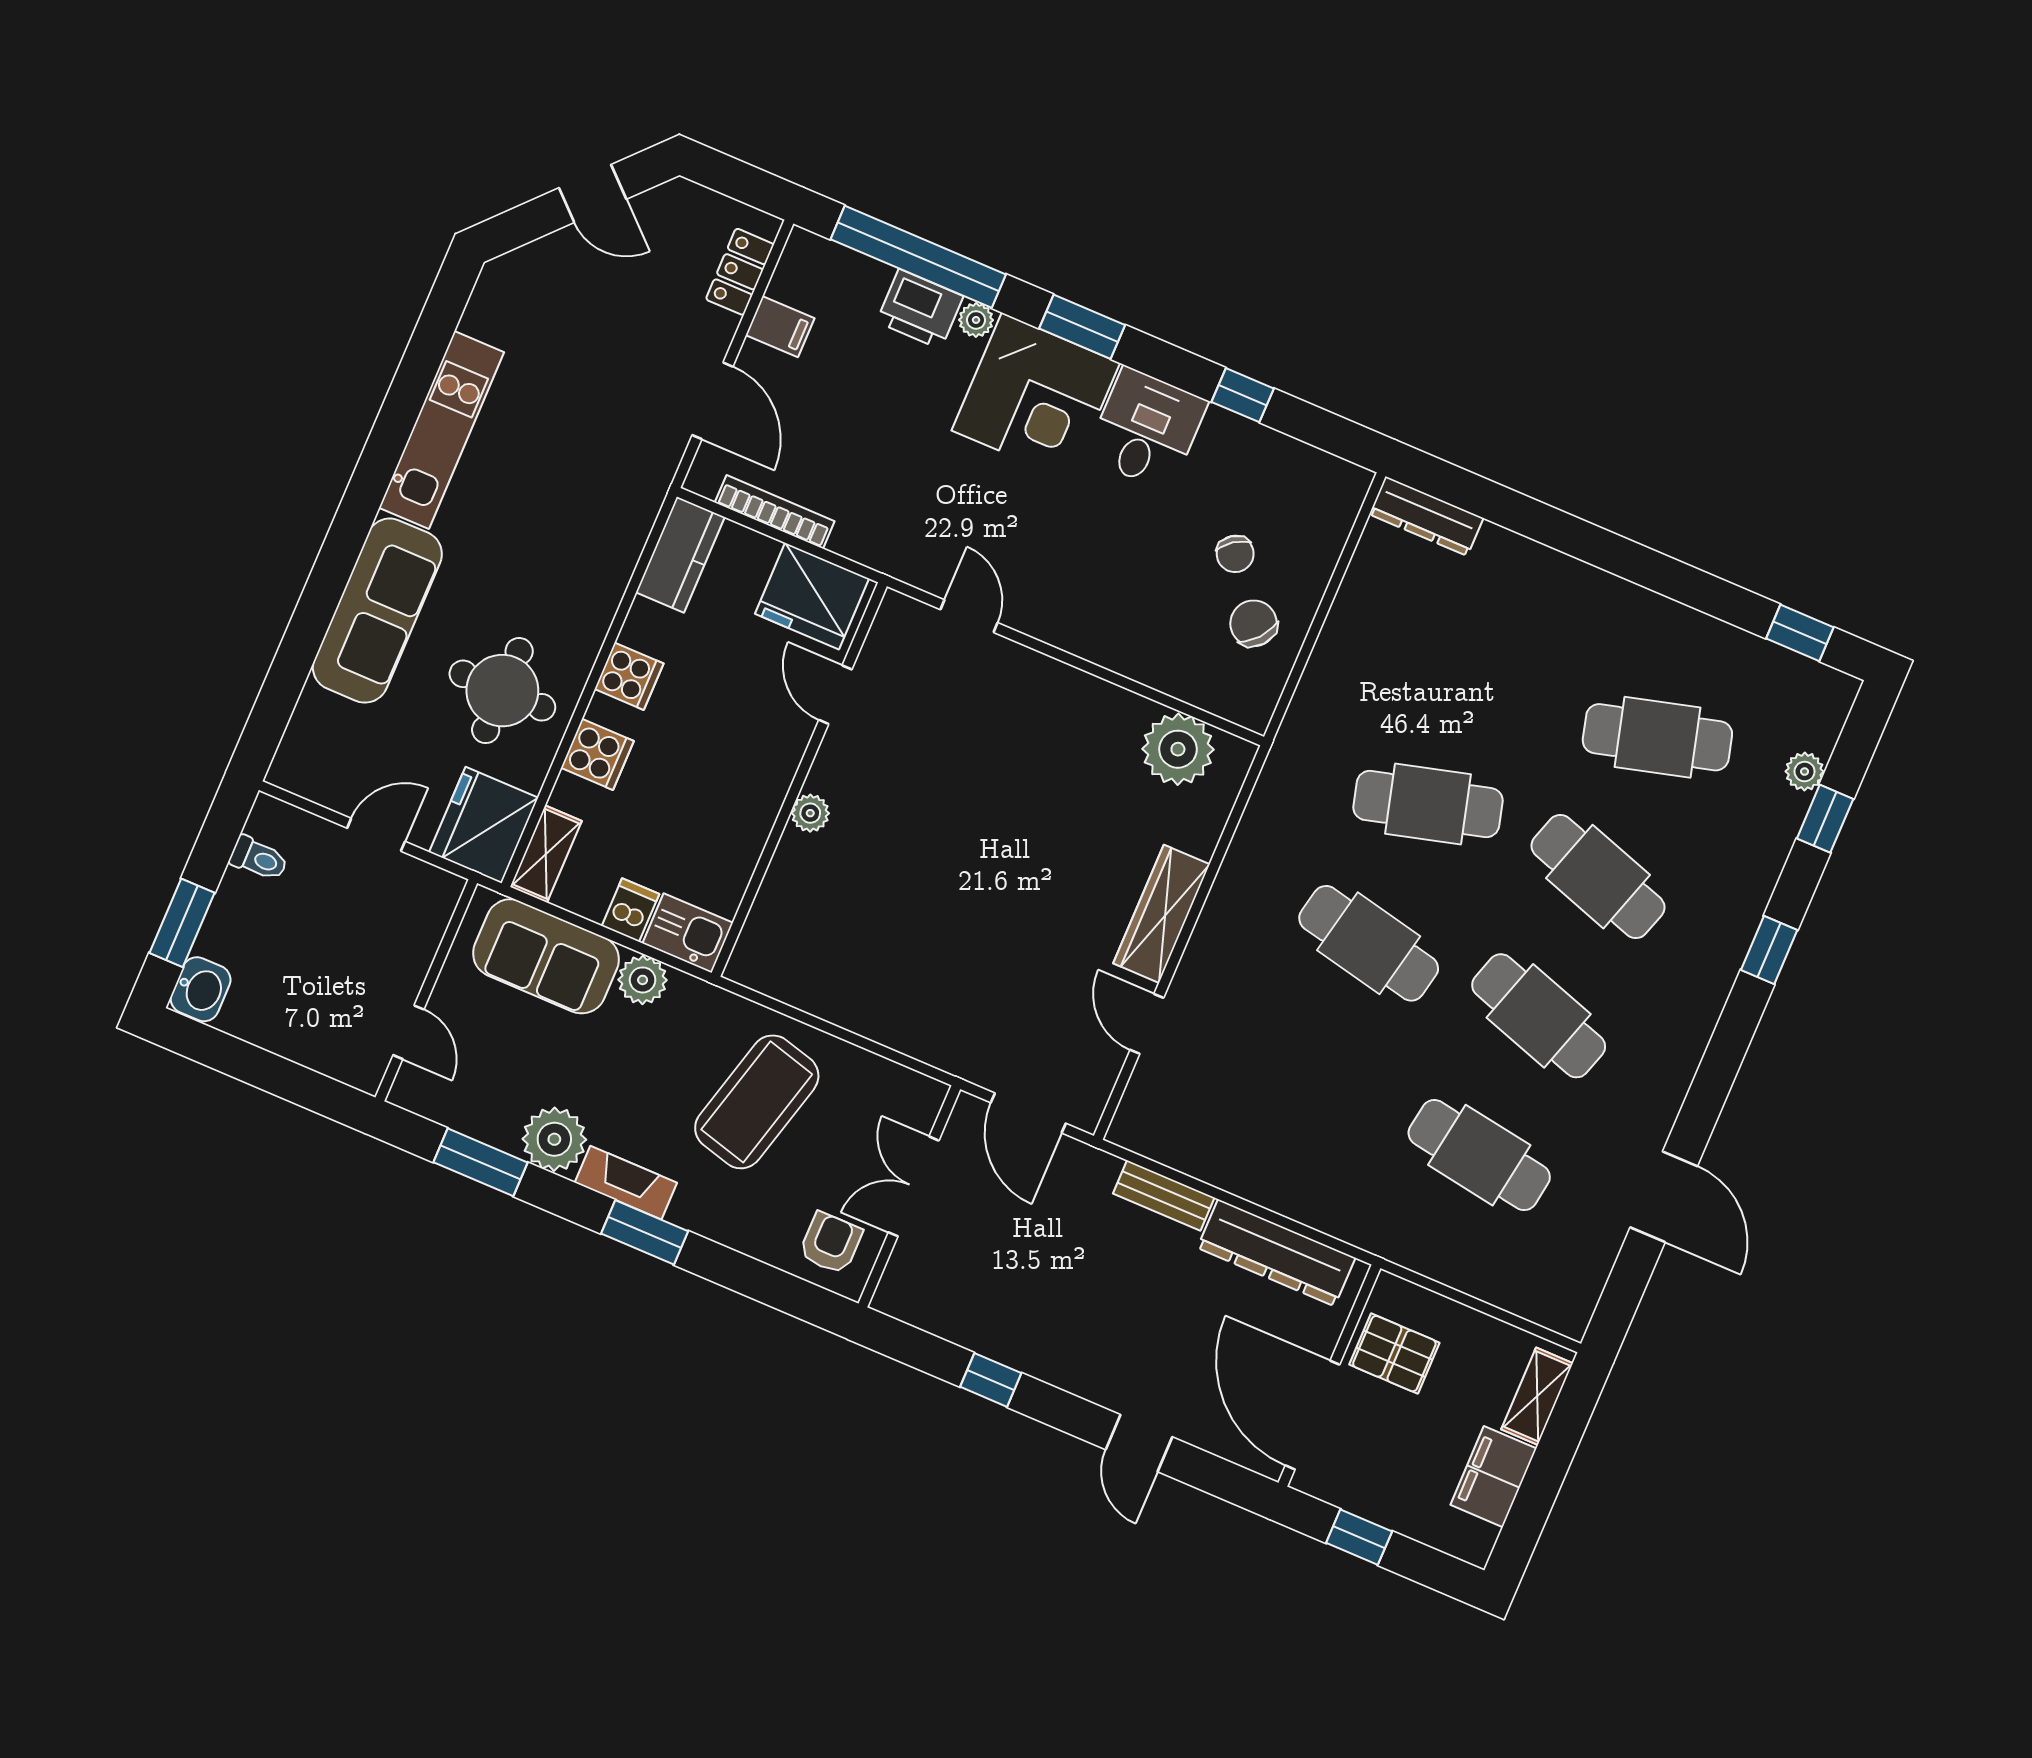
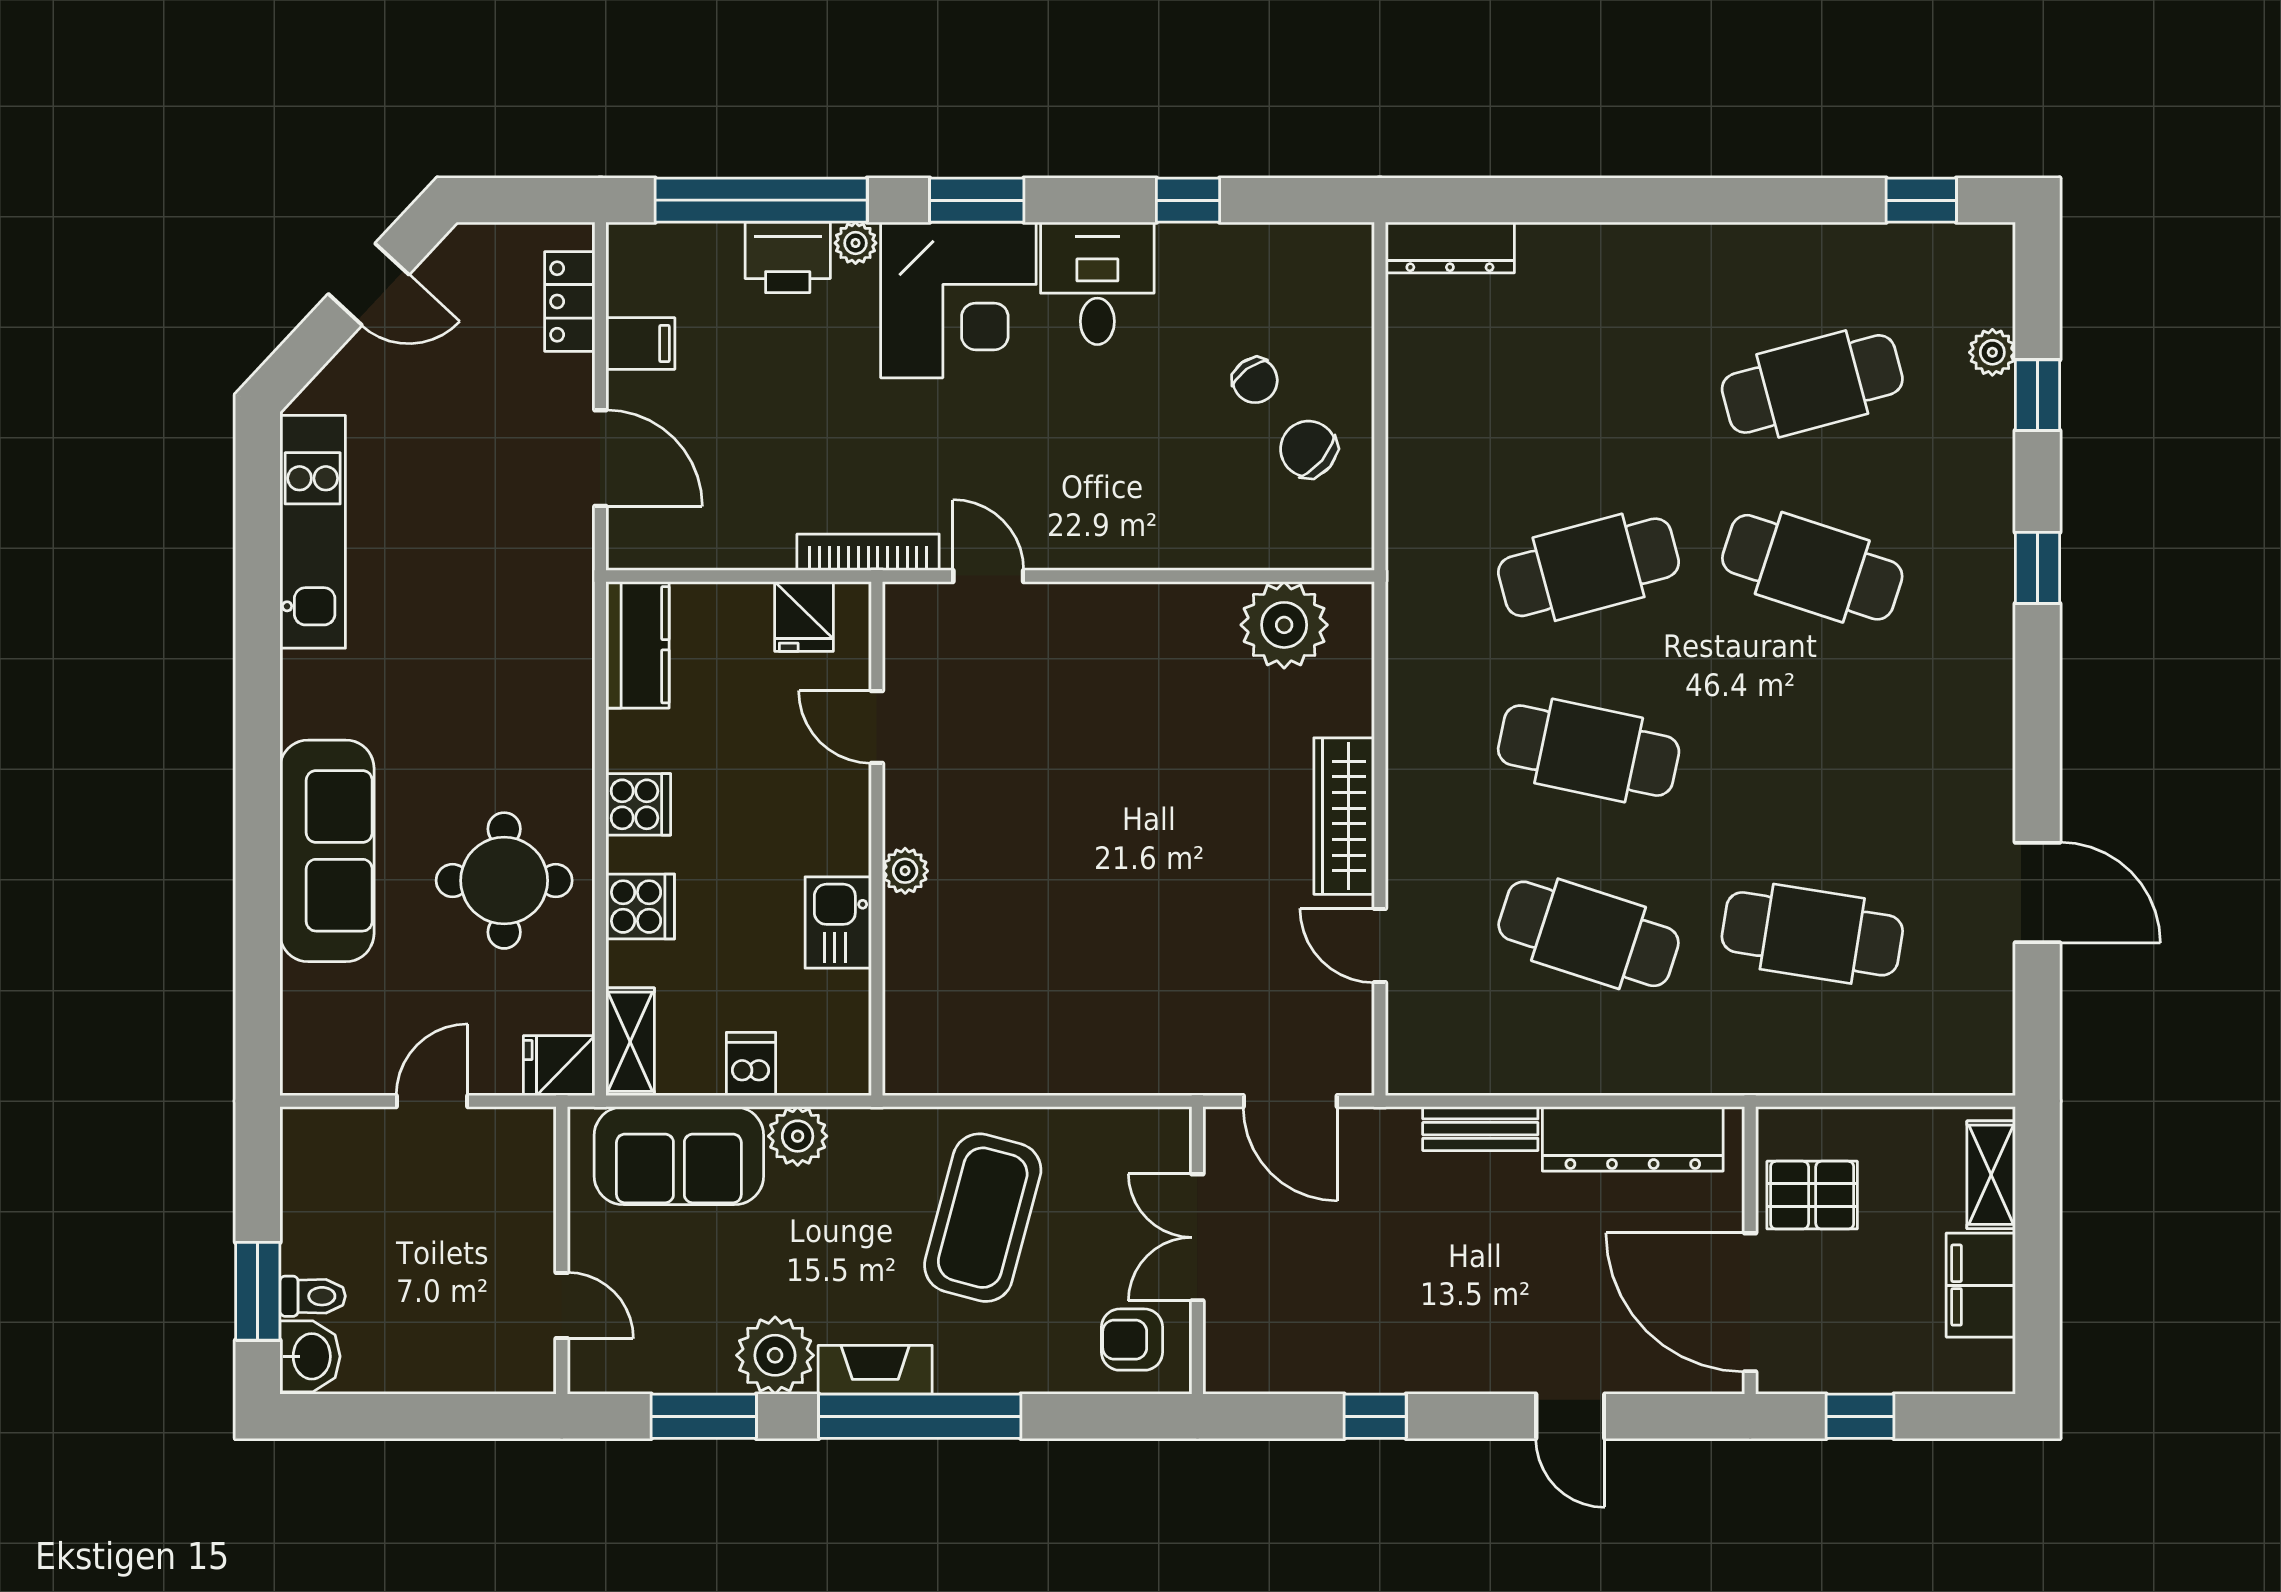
kitchen unit: (442, 430) -> (313, 532), moved
bookcase: (775, 512) -> (868, 552), moved
fridge: (812, 596) -> (804, 616), width x0.53, depth x0.75
fridge: (484, 825) -> (559, 1066), width x0.53, depth x0.75
toilet: (259, 859) -> (313, 1296), moved
kitchen sink: (688, 933) -> (838, 923), moved, turned -90
cafe table: (1539, 1016) -> (1589, 934), moved
window: (645, 1232) -> (920, 1416), width x2.11
armchair: (831, 1243) -> (1132, 1340), turned -90

